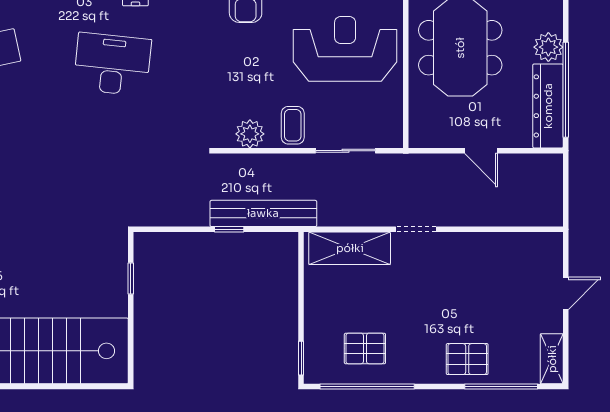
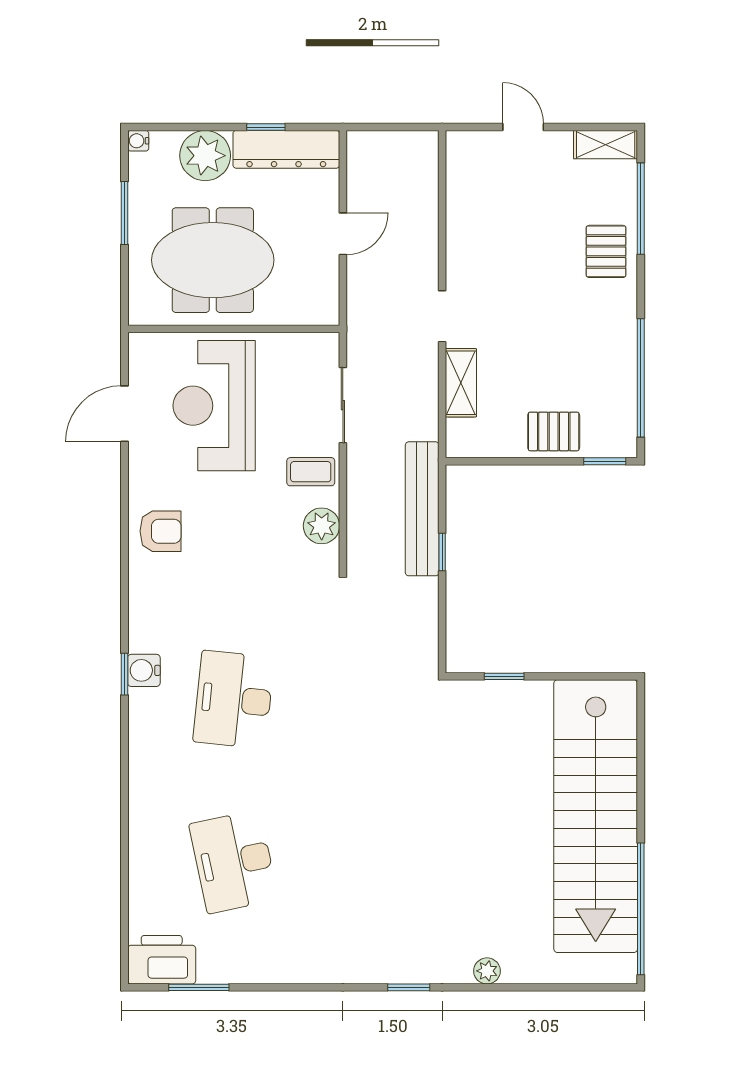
plant: (548, 47) -> (205, 156), width x1.36, depth x1.36
window: (566, 90) -> (266, 127), width x0.32
shelving: (350, 248) -> (461, 383), width x0.67, depth x0.75
pallet: (365, 348) -> (554, 431), moved, turned 90

